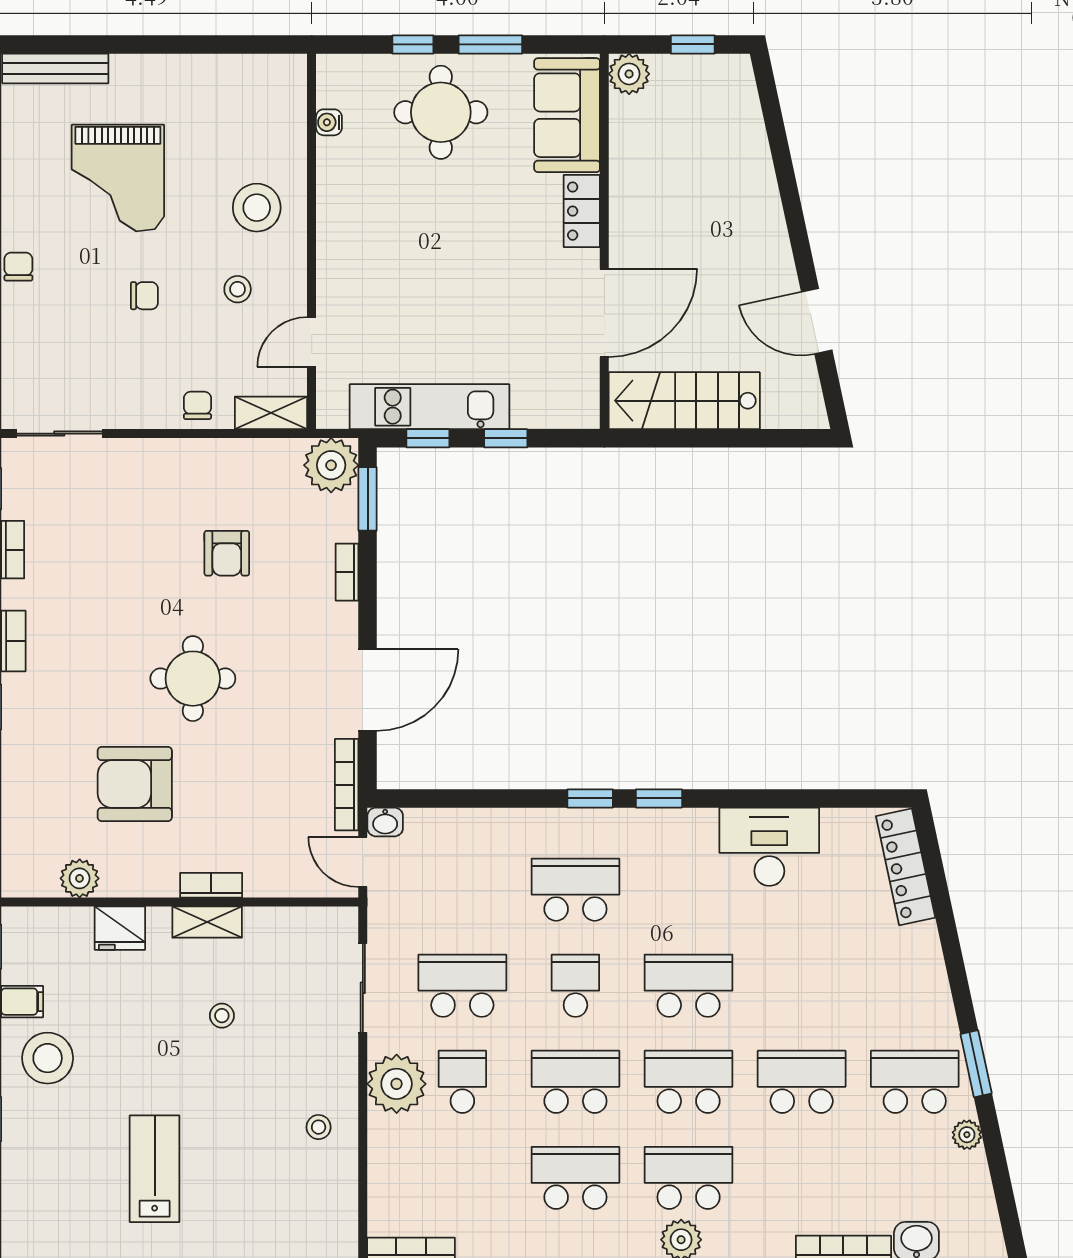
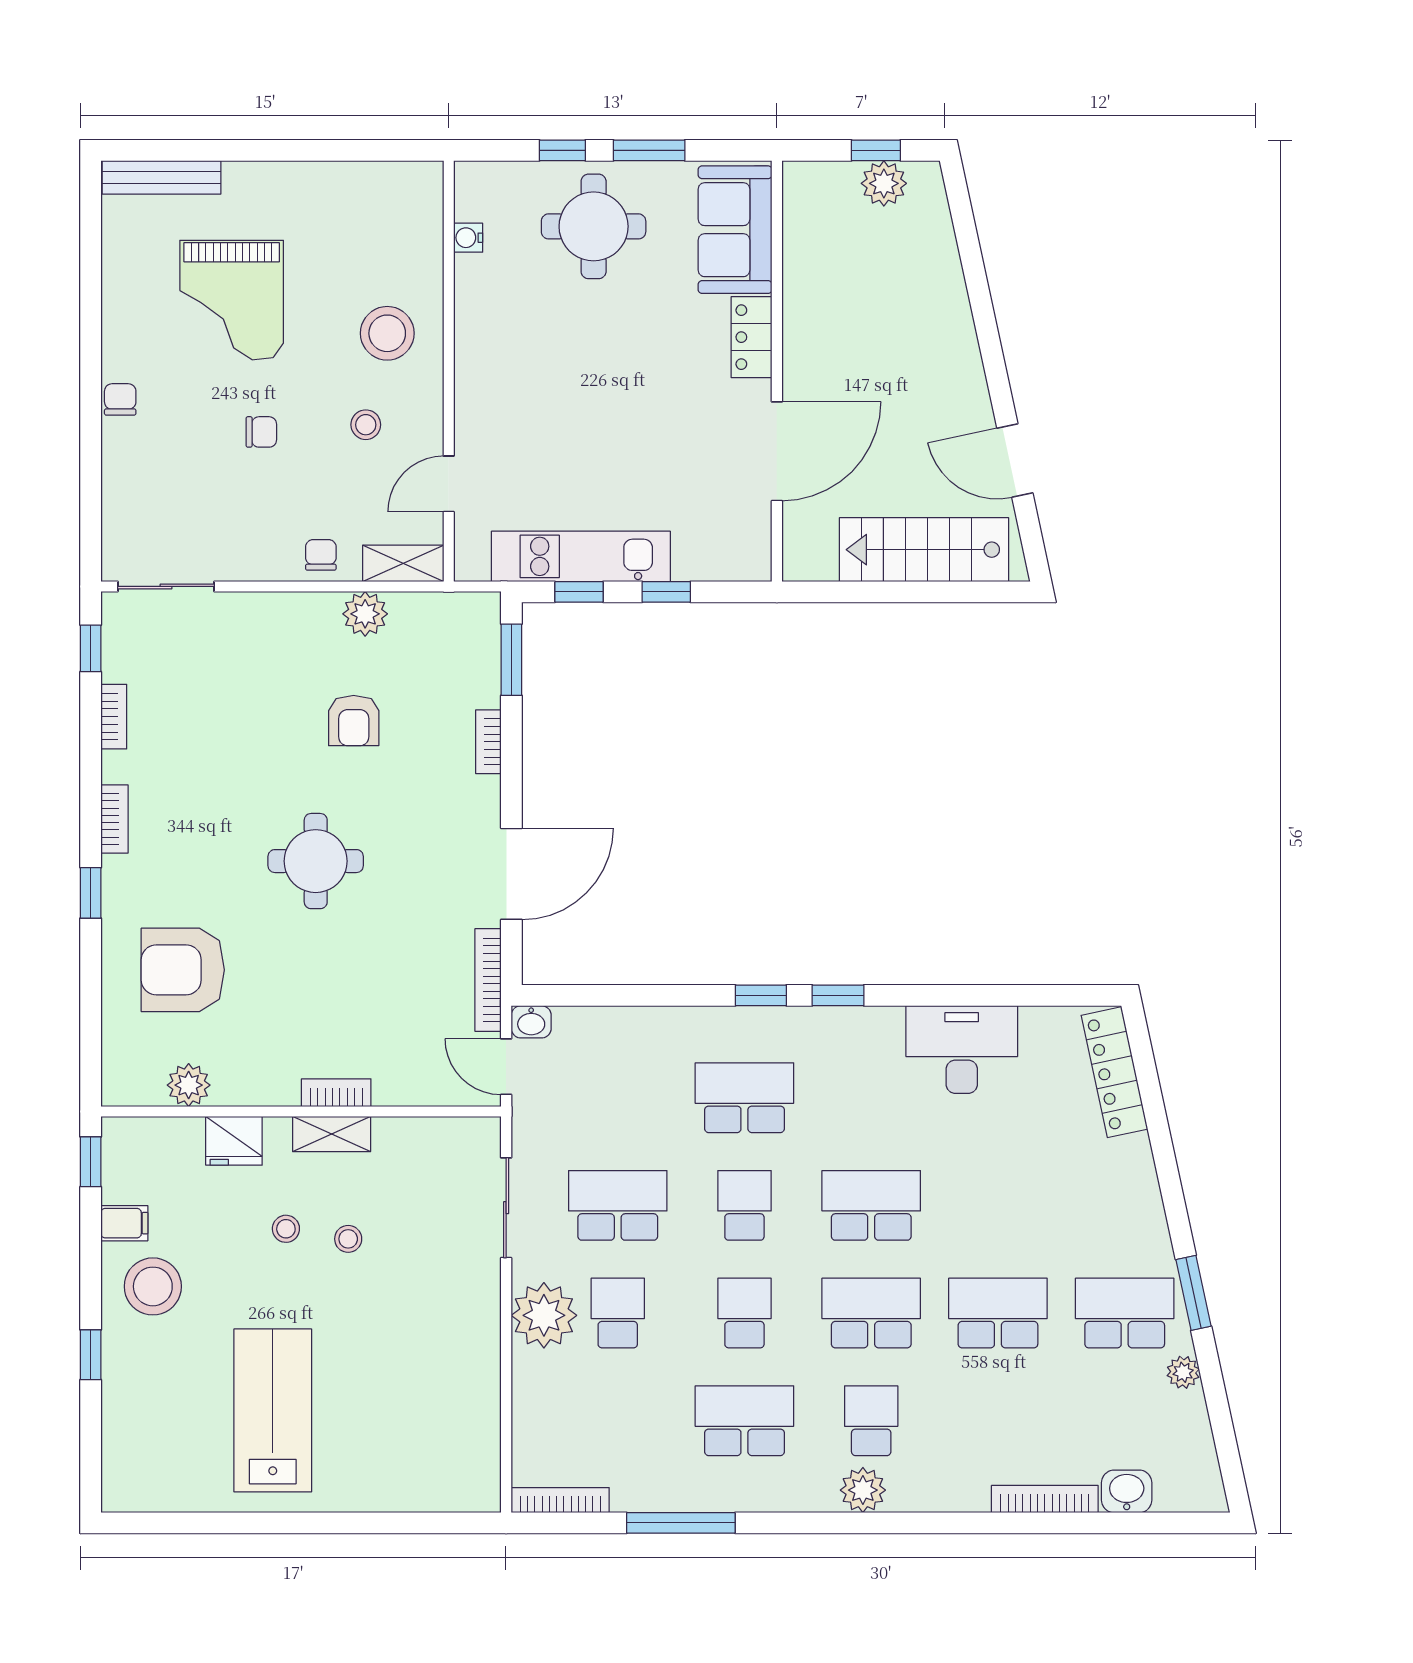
plant: (629, 74) -> (884, 183), moved
stairs: (684, 401) -> (924, 550), moved
plant: (331, 465) -> (365, 614), moved, width x0.73, depth x0.73
armchair: (135, 784) -> (183, 970), moved
school desk: (575, 1082) -> (744, 1313), width x0.54
stool: (319, 1127) -> (286, 1229), moved
lab bench: (155, 1169) -> (273, 1410), width x1.36, depth x1.39
school desk: (689, 1178) -> (871, 1421), width x0.54

